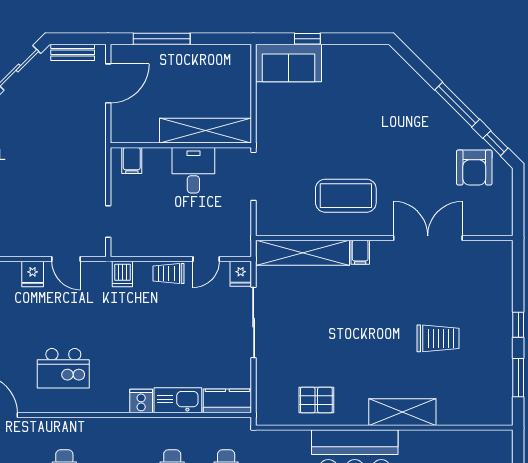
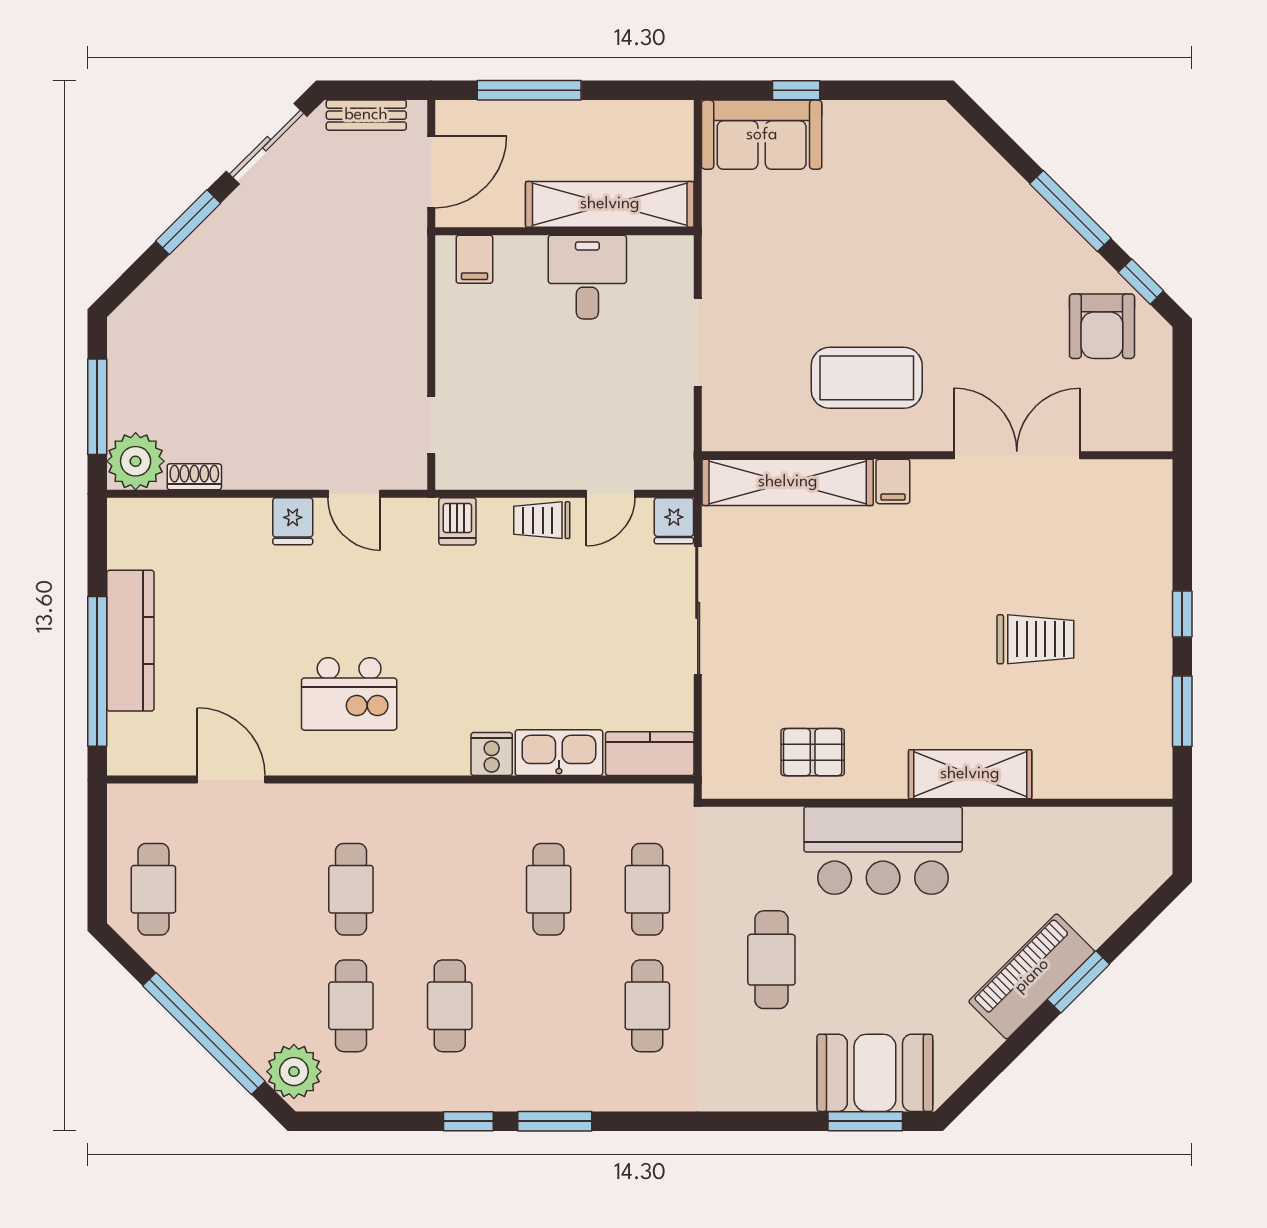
shelving: (206, 131) -> (610, 204), moved
wall: (181, 145) -> (564, 231), moved
filing cabinet: (132, 160) -> (474, 259), moved
desk: (193, 170) -> (587, 277), moved

